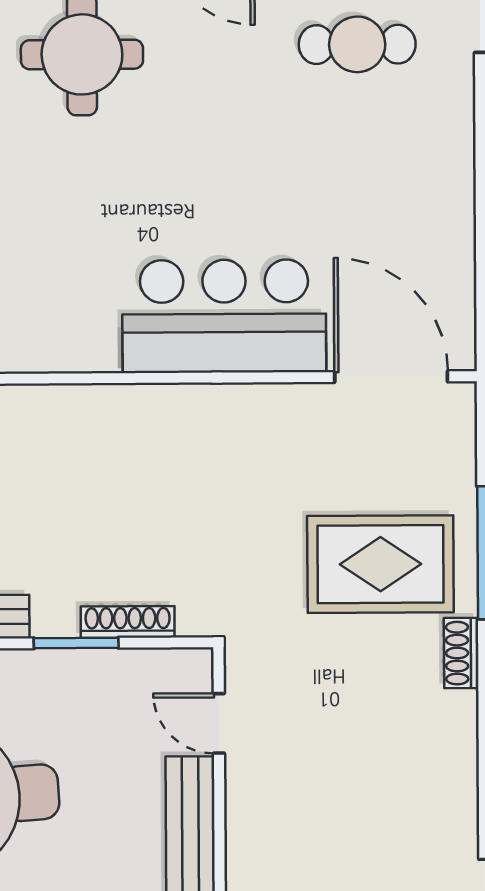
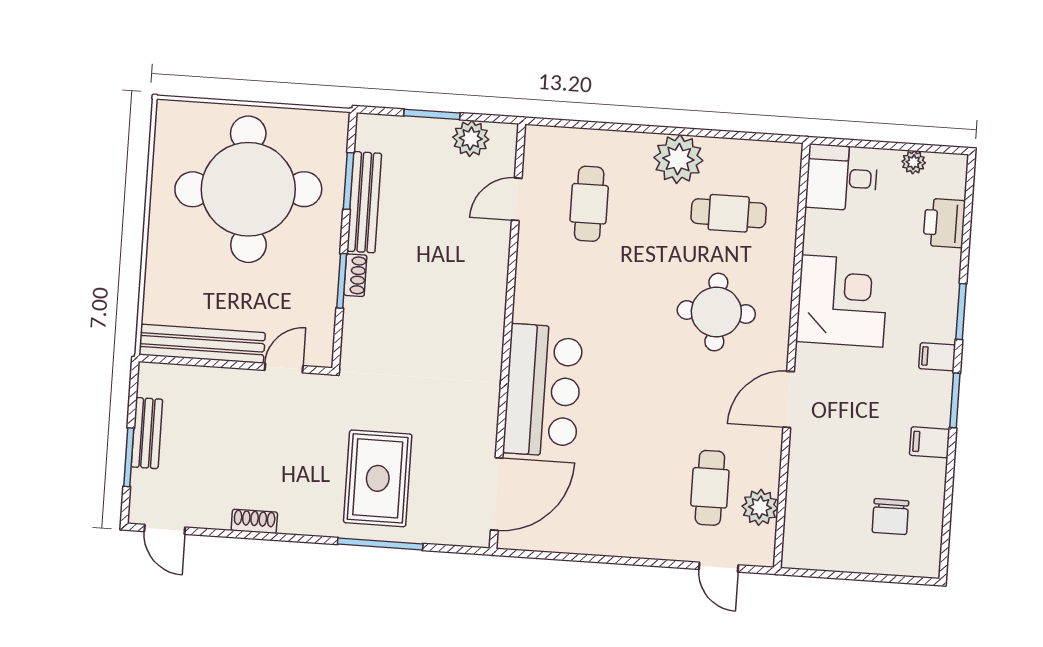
shoe rack: (128, 622) -> (355, 275), moved, width x0.70
shoe rack: (461, 653) -> (254, 521), moved

